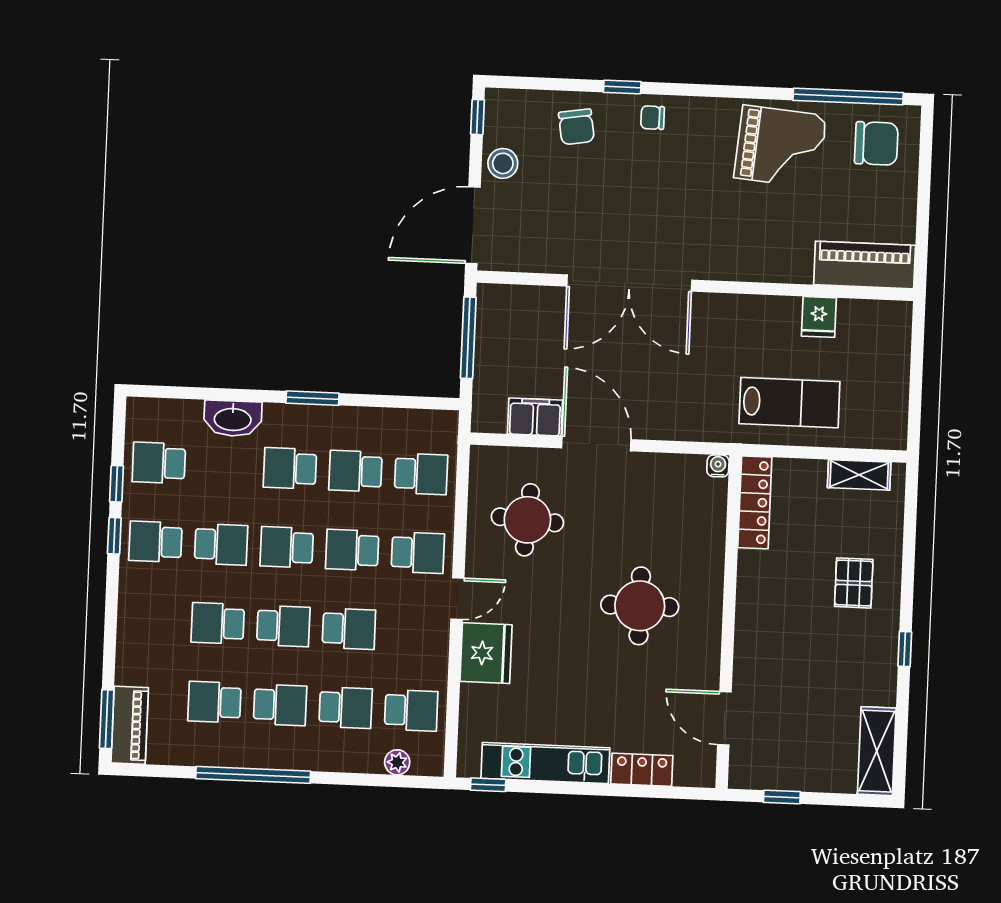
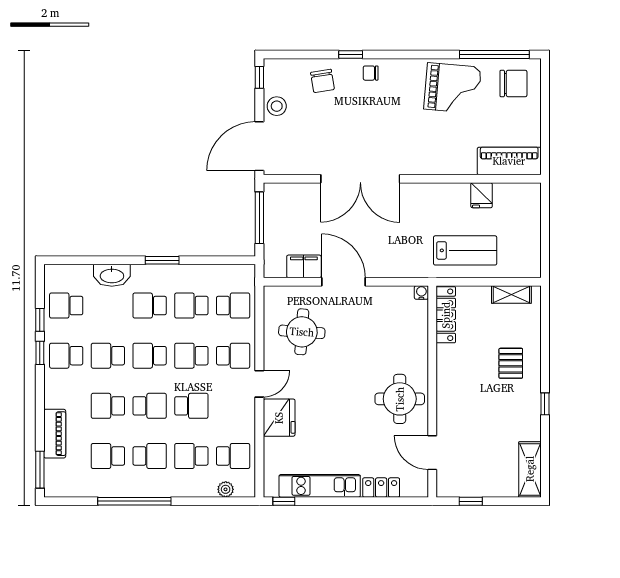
school desk: (221, 544) -> (108, 356), turned 180
round table: (640, 606) -> (400, 399), moved
school desk: (346, 708) -> (191, 456), turned 180
piano: (130, 725) -> (55, 434), moved

